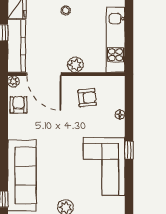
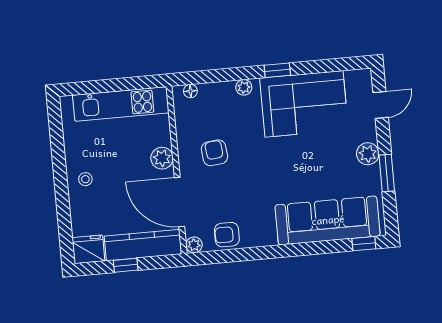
door: (44, 74) -> (180, 202), swing flipped
armchair: (87, 98) -> (214, 153), moved
floor lamp: (120, 114) -> (190, 91), moved
plant: (119, 126) -> (244, 87), added

